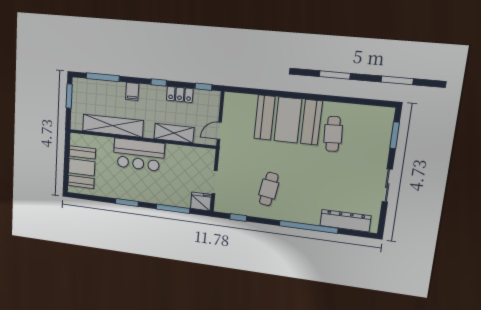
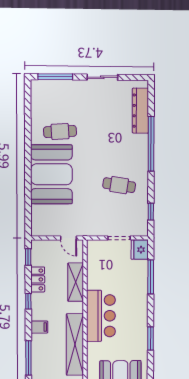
window: (395, 135) -> (55, 77), width x1.44
window: (127, 203) -> (150, 339), moved

